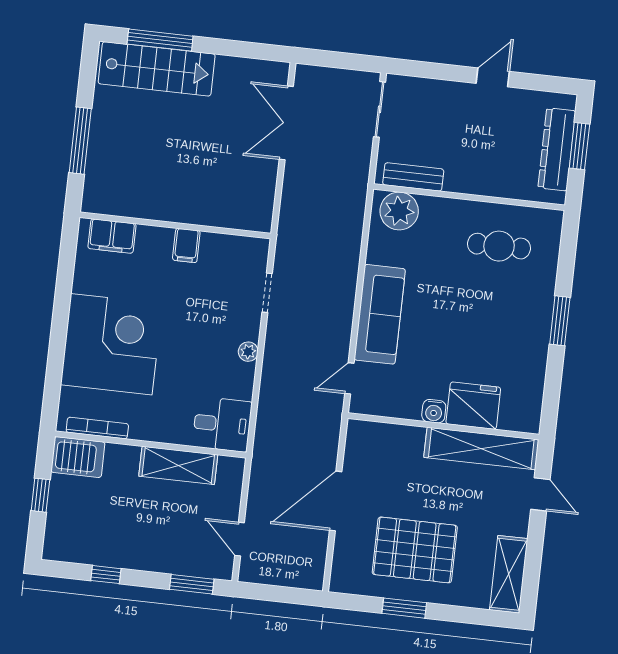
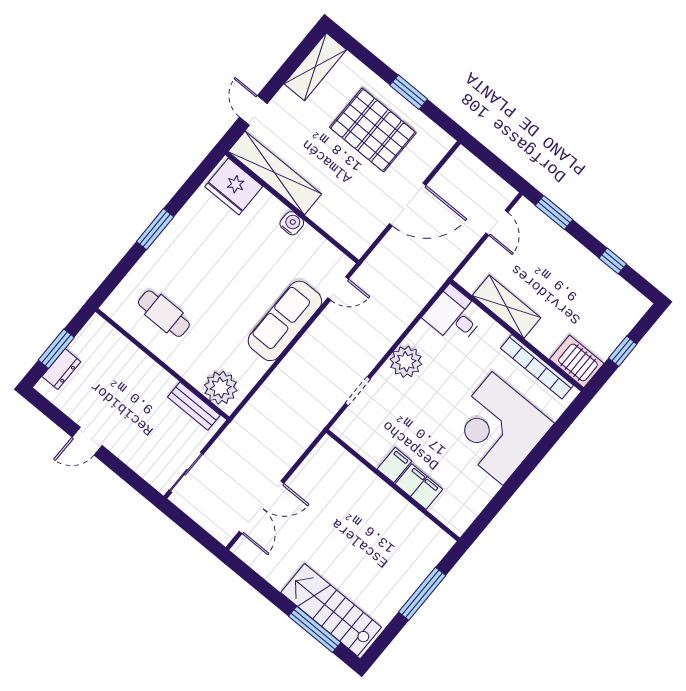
dresser: (557, 149) -> (61, 369), width x0.51, depth x0.80
filing cabinet: (112, 236) -> (419, 487), moved
plant: (248, 352) -> (406, 362), width x1.88, depth x1.88
fridge: (473, 406) -> (234, 187), moved
bookcase: (97, 428) -> (537, 367), width x1.48, depth x1.31

